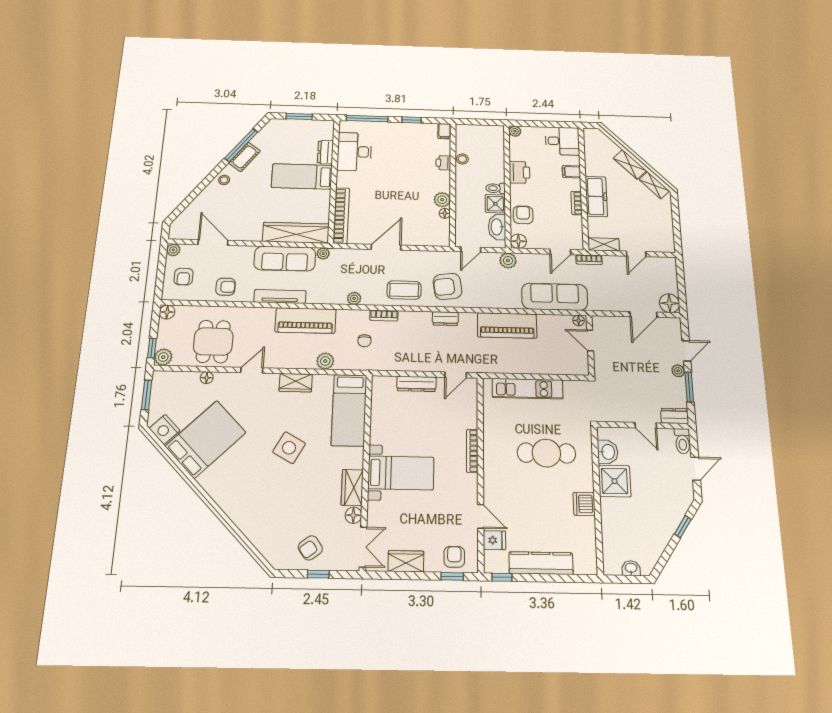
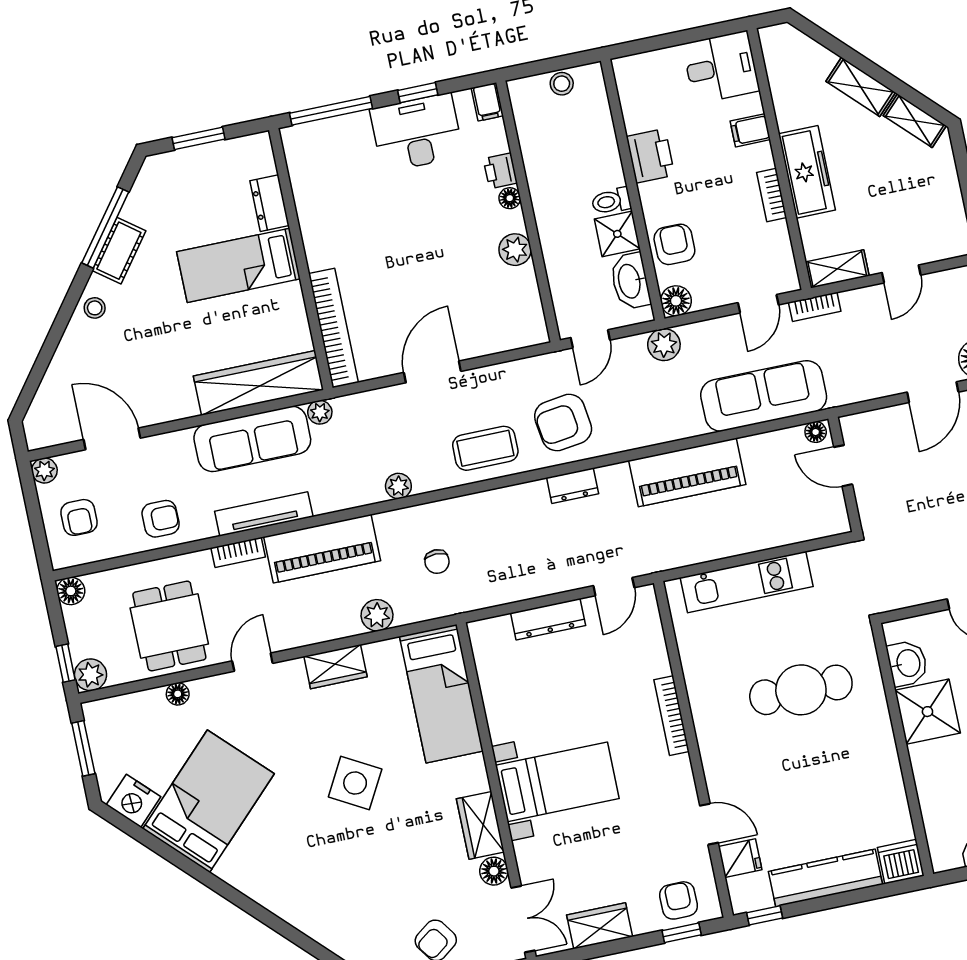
plant: (515, 131) -> (624, 68), removed
desk: (354, 152) -> (417, 133), moved, turned 90
stool: (462, 159) -> (562, 84), moved
floor lamp: (445, 213) -> (510, 198), moved
bookcase: (384, 316) -> (238, 552), moved
dishwasher: (584, 504) -> (901, 862), moved, turned 90

